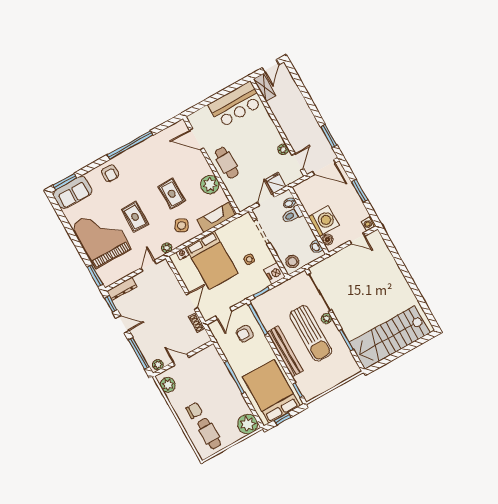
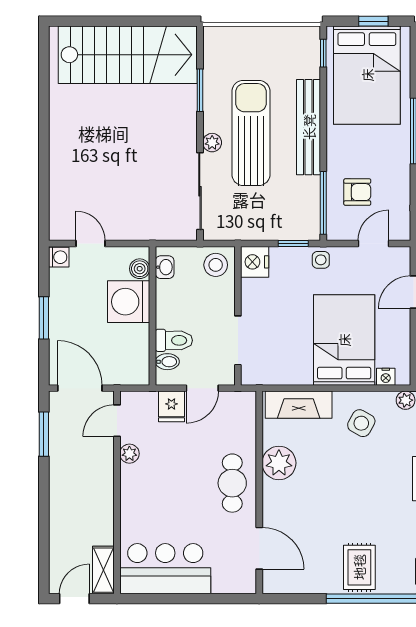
rug: (172, 194) -> (359, 567), moved
side table: (249, 259) -> (321, 260), moved

